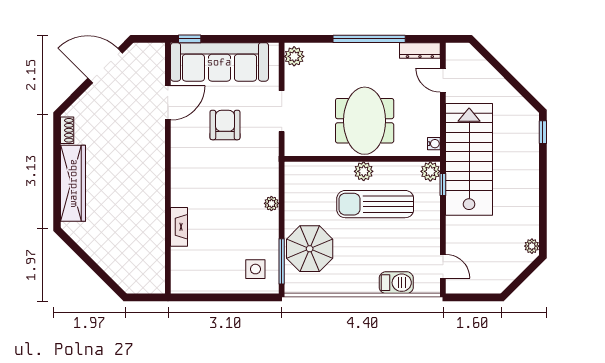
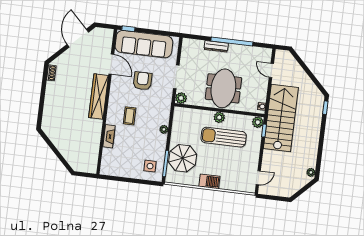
dresser: (420, 50) -> (216, 46), moved
plant: (294, 56) -> (181, 98), moved
door: (105, 66) -> (78, 38), hinge flipped
door: (168, 103) -> (111, 64), hinge flipped
wardrobe: (73, 183) -> (99, 97), moved, turned 180
coffee table: (210, 188) -> (130, 116), added
door: (443, 266) -> (258, 178), hinge flipped
barbecue: (396, 283) -> (209, 181), moved

